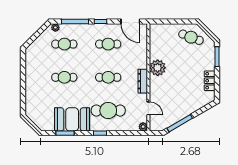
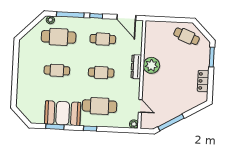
cafe table: (64, 44) -> (59, 37), width x1.37, depth x1.35
dresser: (143, 81) -> (136, 67), moved

